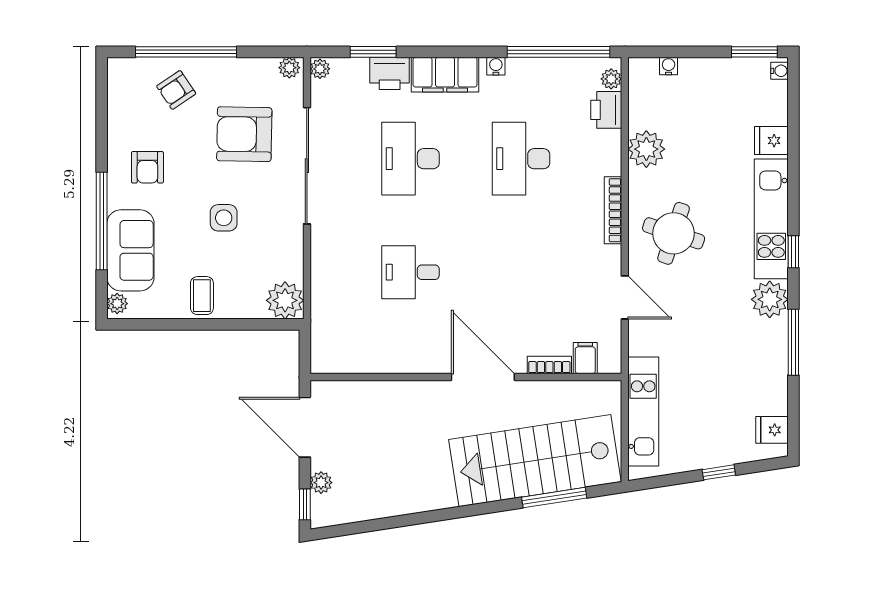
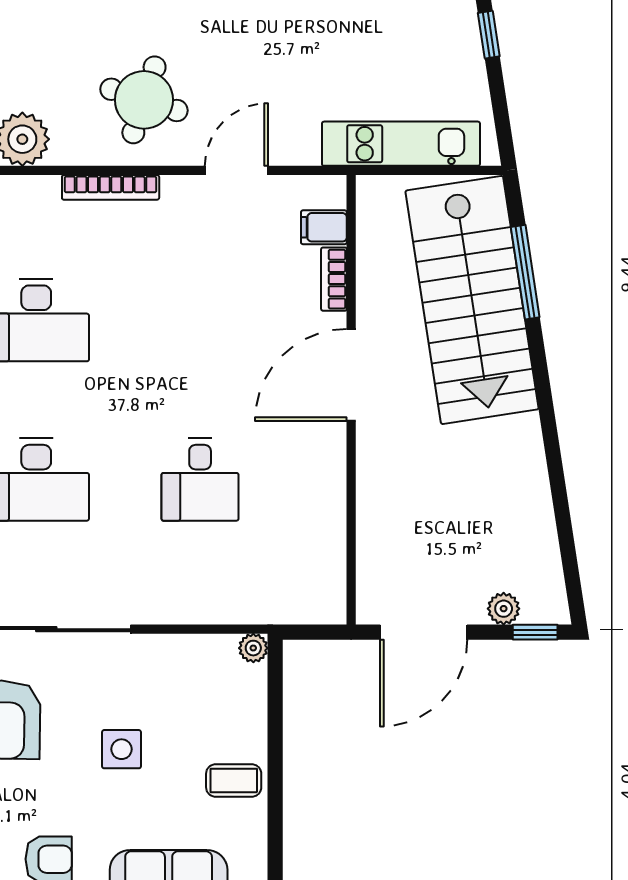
plant: (285, 300) -> (253, 648), width x0.53, depth x0.53

